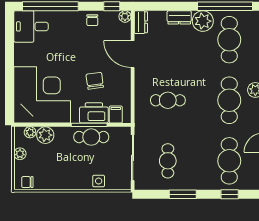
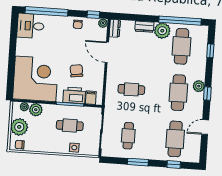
cafe table: (91, 137) -> (70, 126), moved
plant: (20, 154) -> (19, 127), width x1.87, depth x1.87

